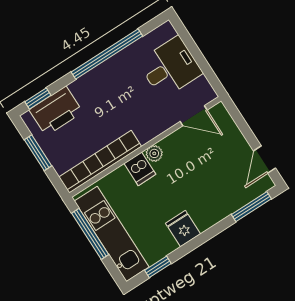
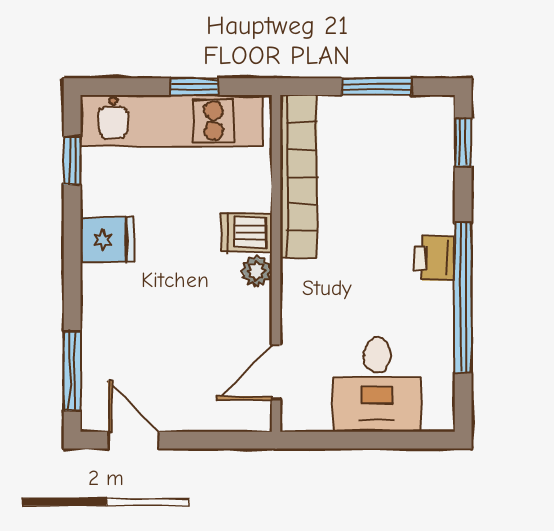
printer: (56, 111) -> (434, 258), moved, width x0.53, depth x0.68
window: (90, 234) -> (194, 87), width x0.46

